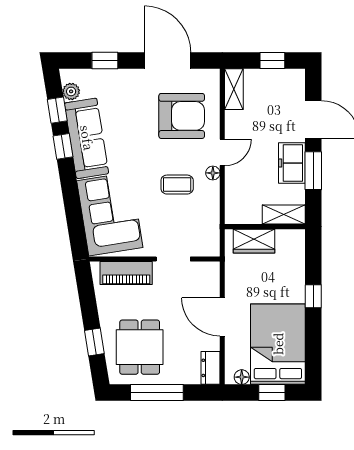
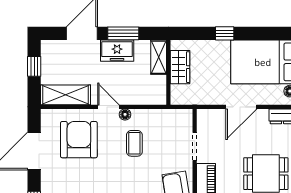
shelving: (234, 89) -> (66, 95), width x1.50, depth x1.33
wardrobe: (254, 241) -> (180, 67), moved

